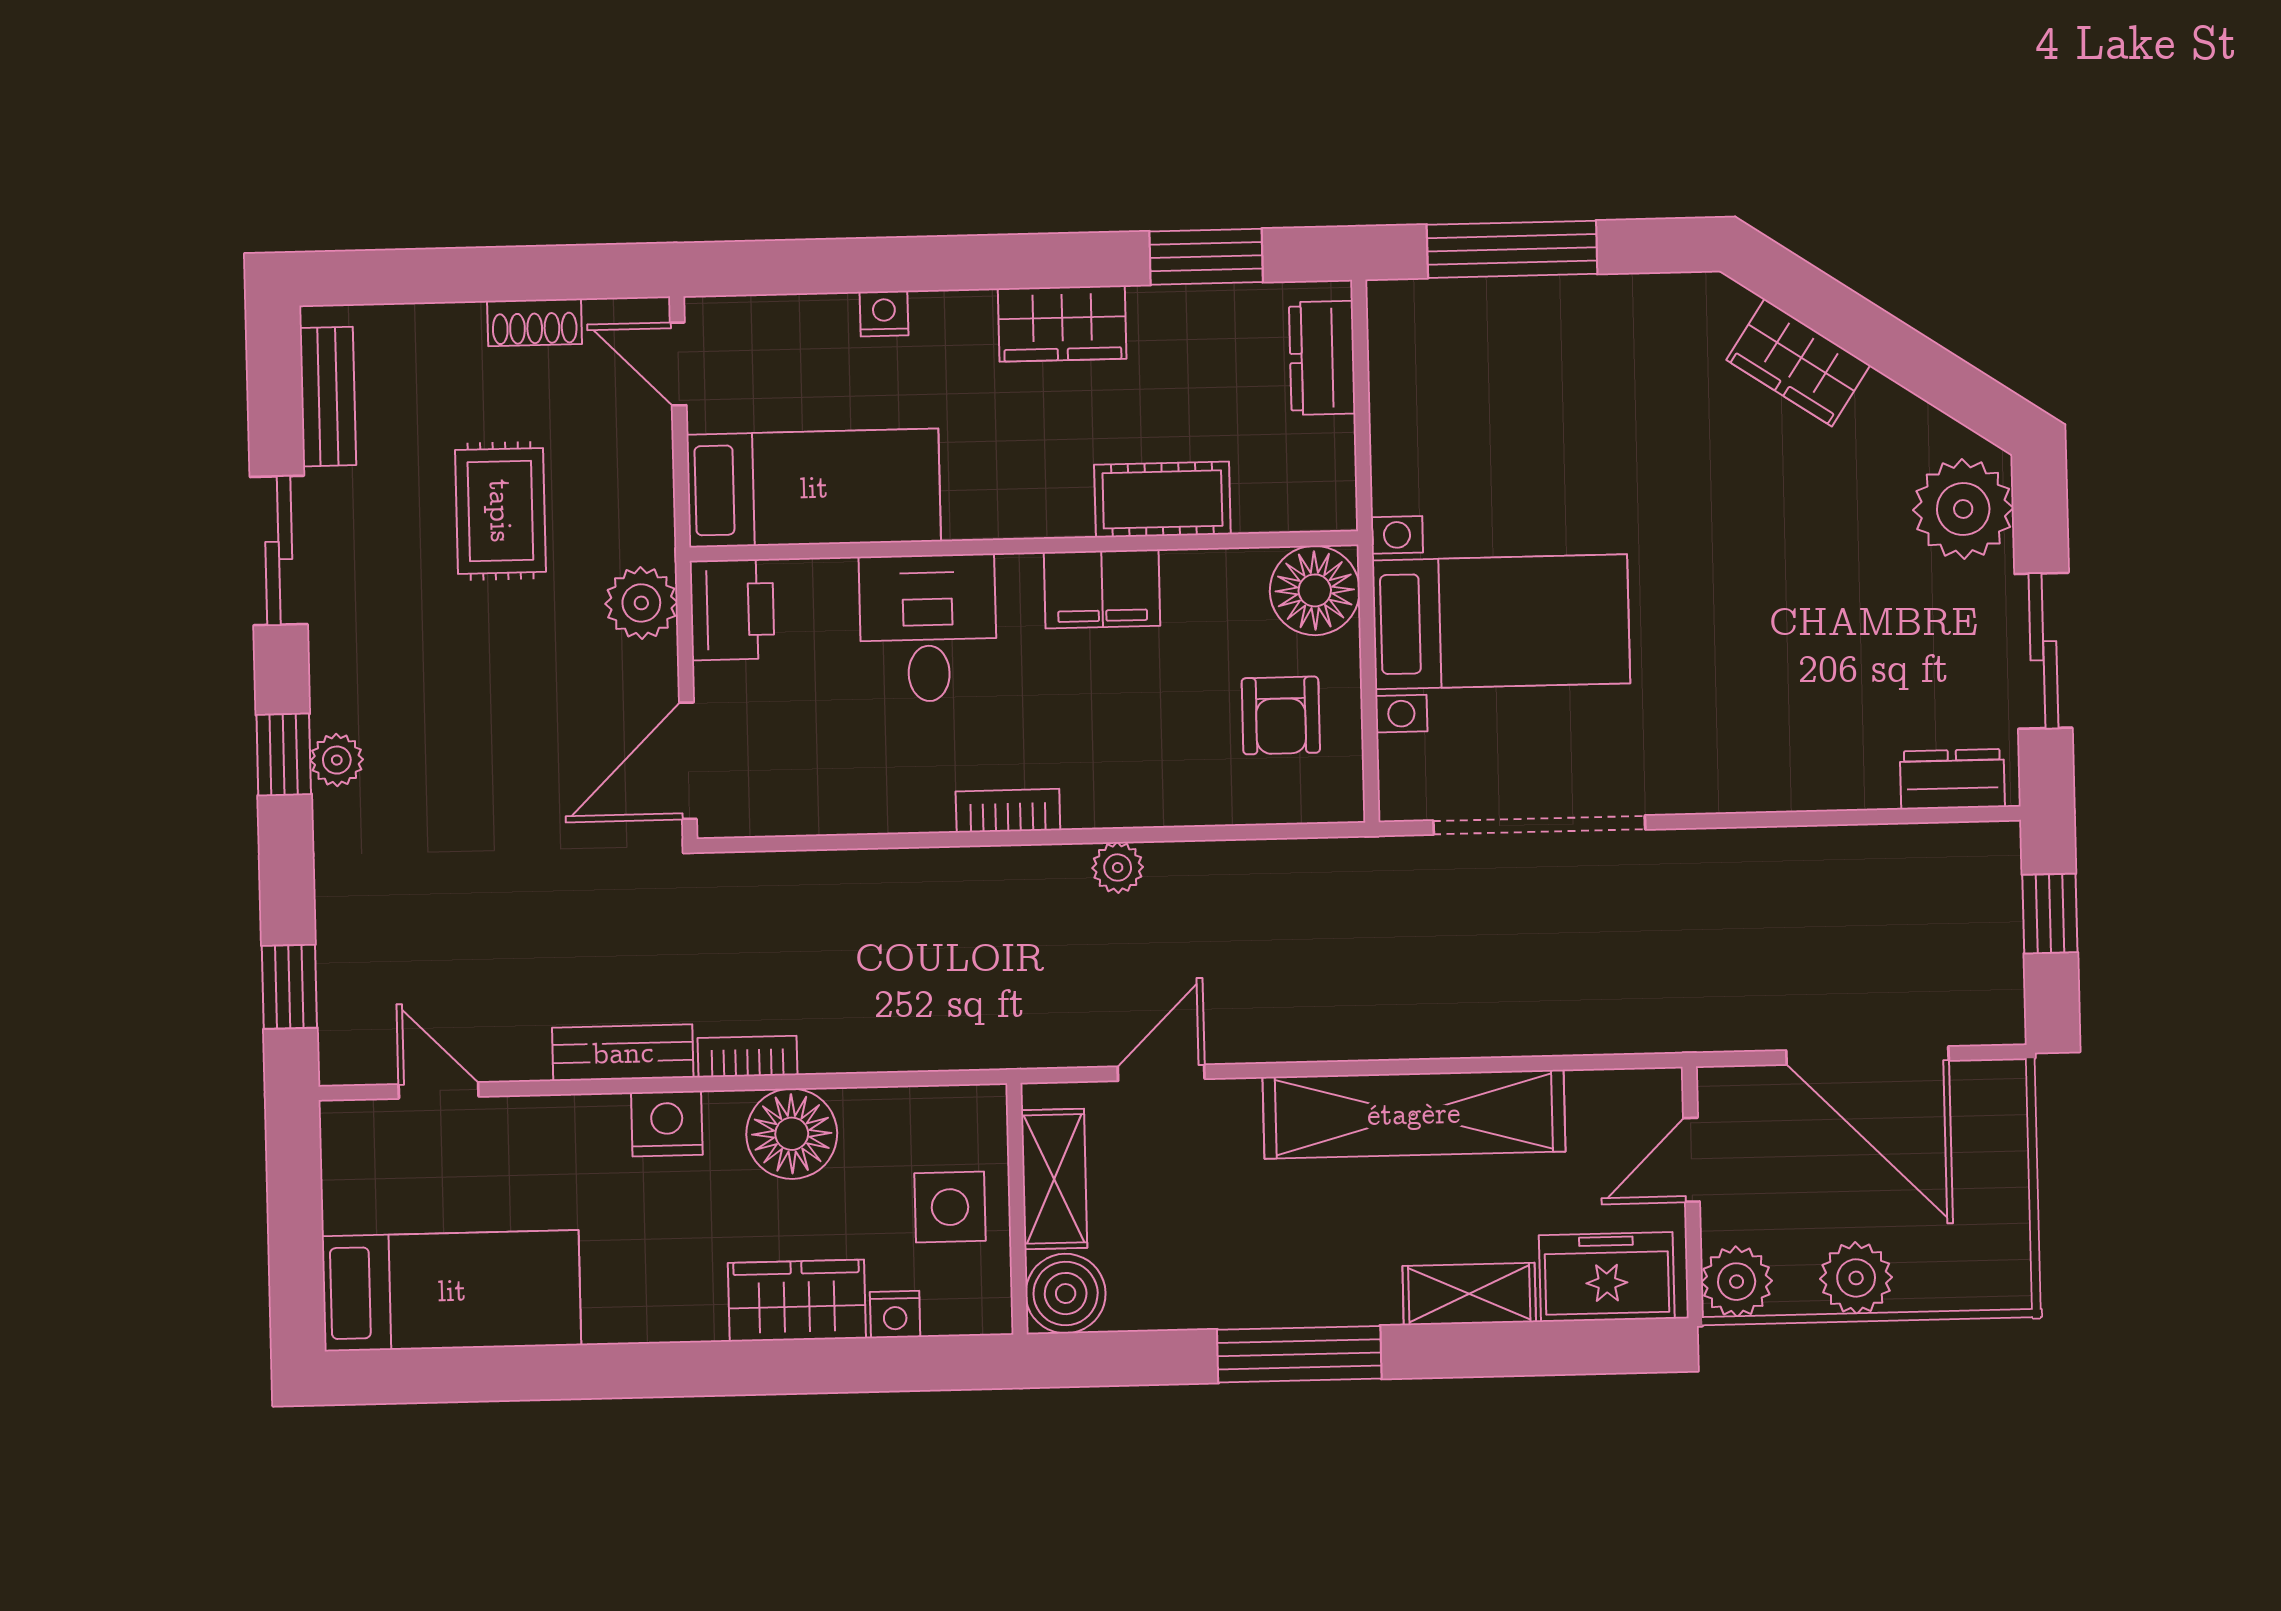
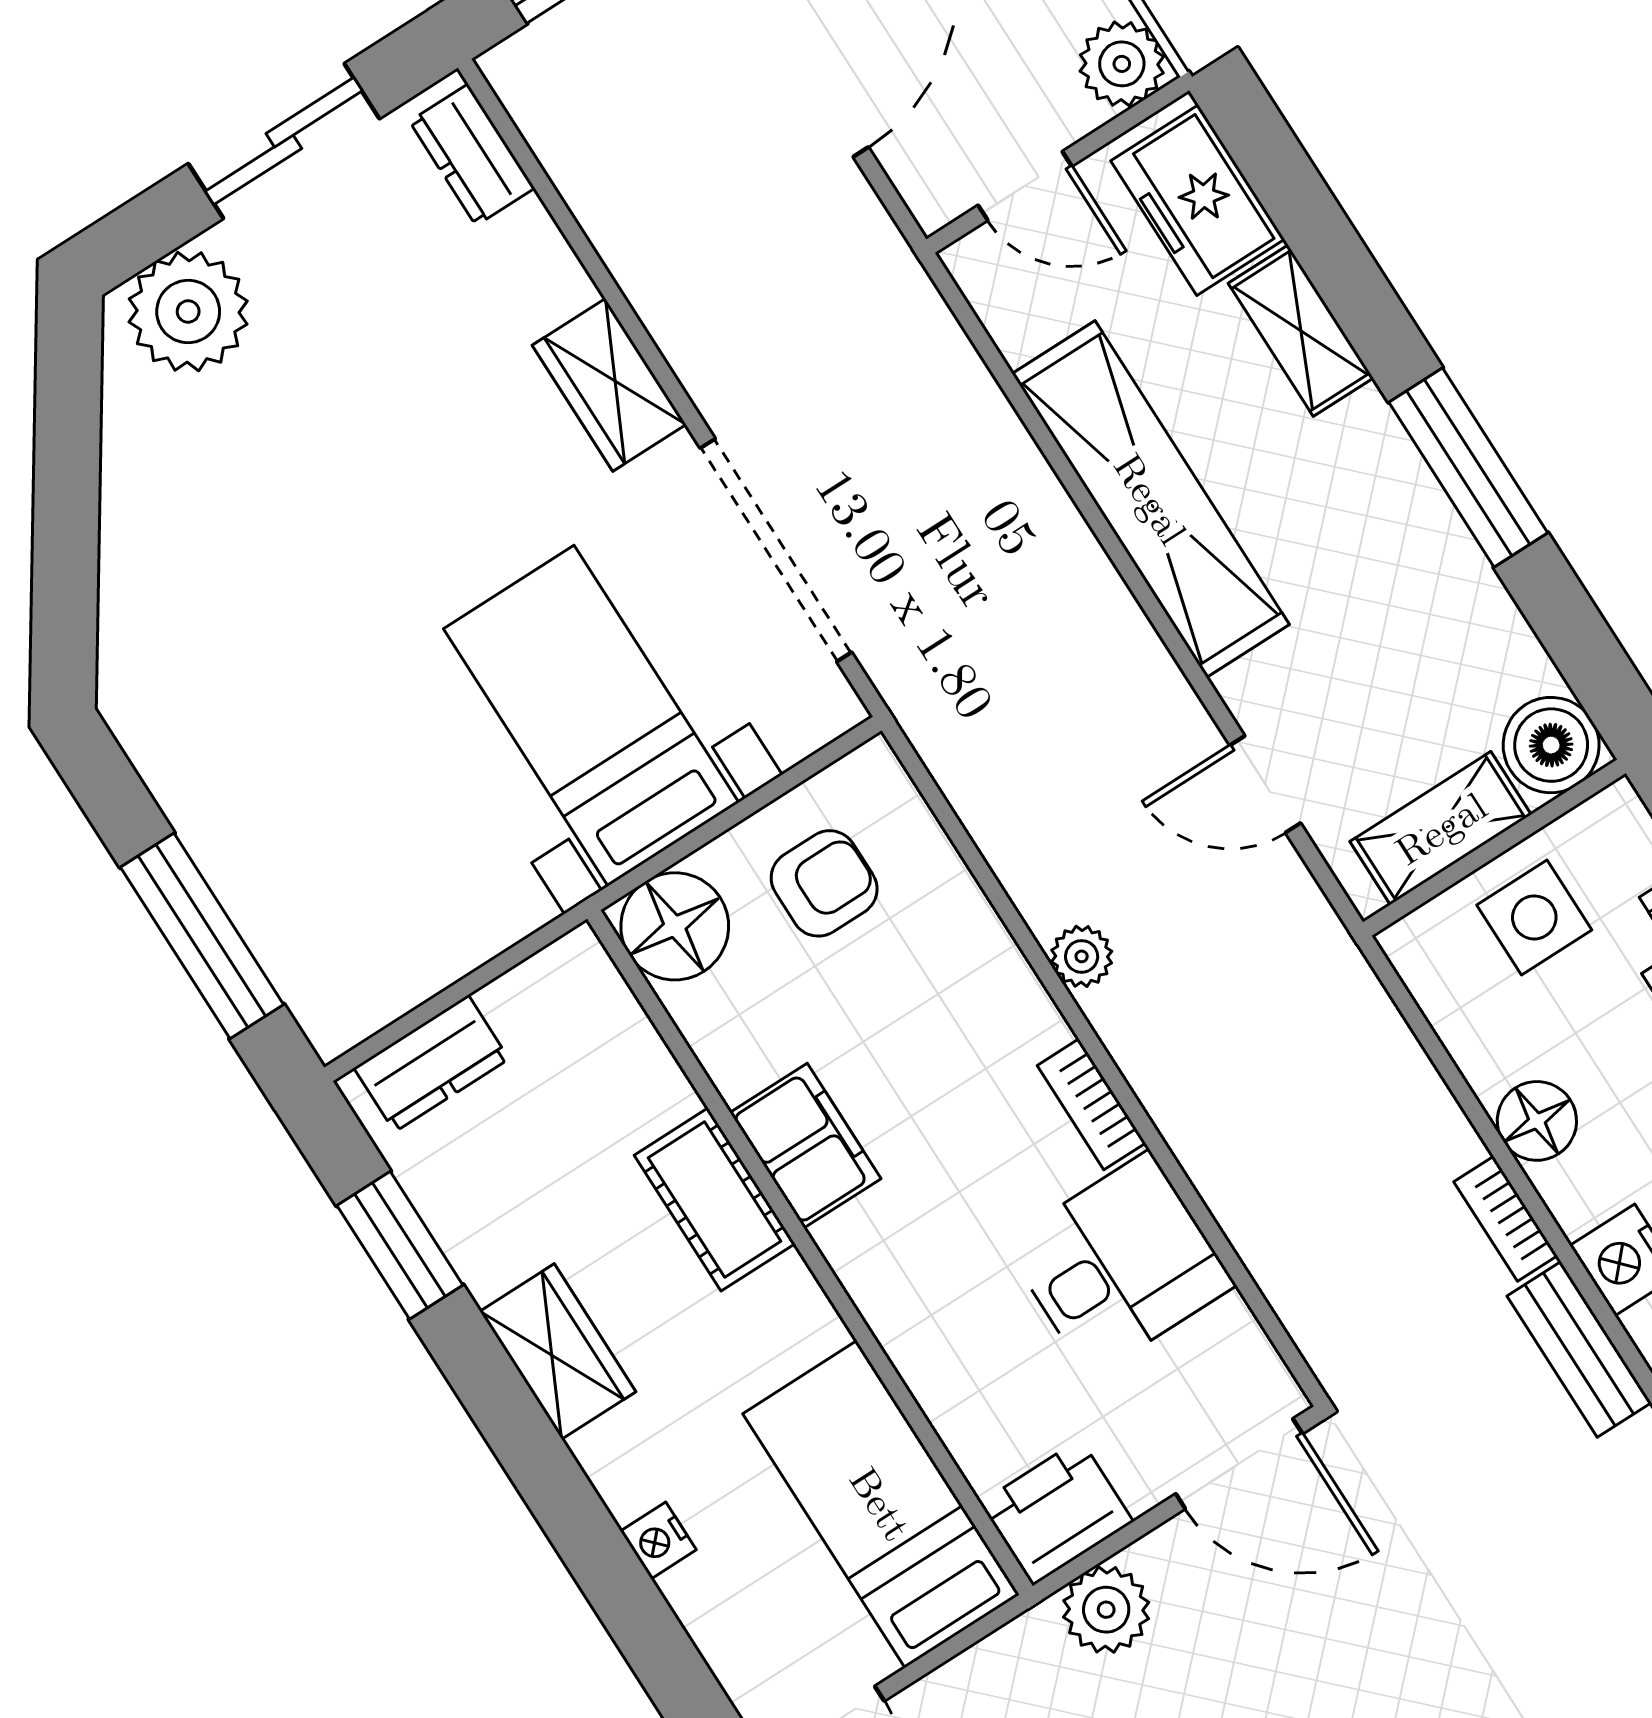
wardrobe: (1798, 363) -> (609, 385), moved, turned 146
cot: (1162, 499) -> (715, 1199), moved
desk: (928, 628) -> (1119, 1264), moved, turned 180
floor lamp: (792, 1134) -> (1537, 1121), width x0.73, depth x0.73

